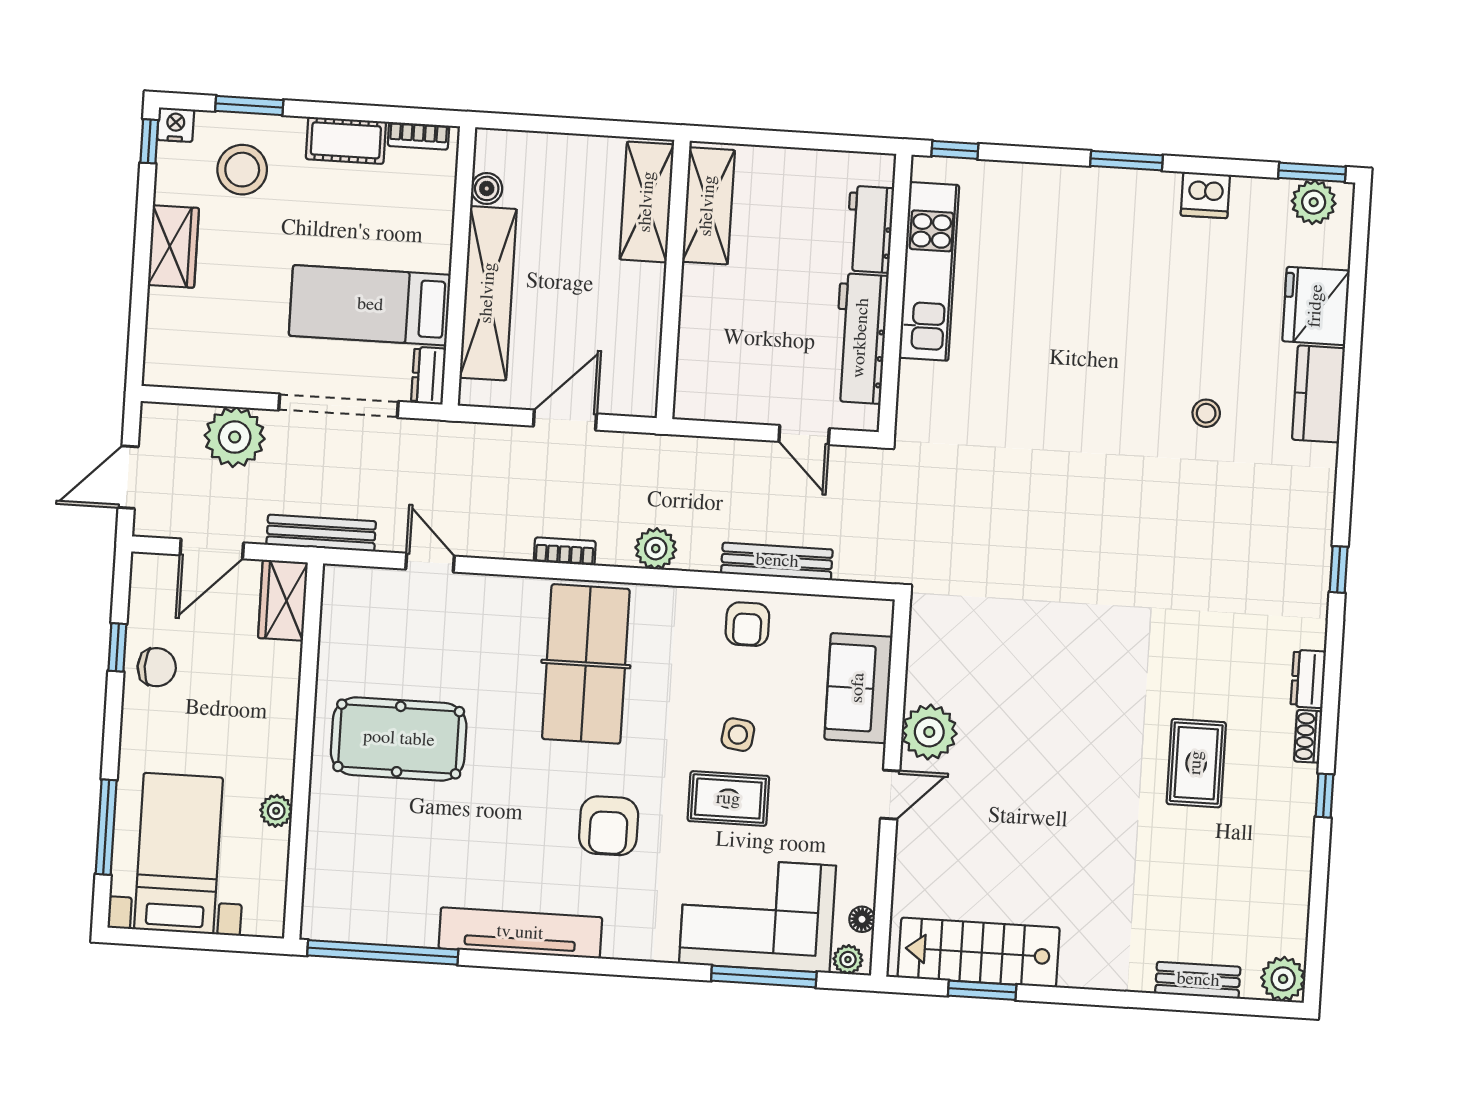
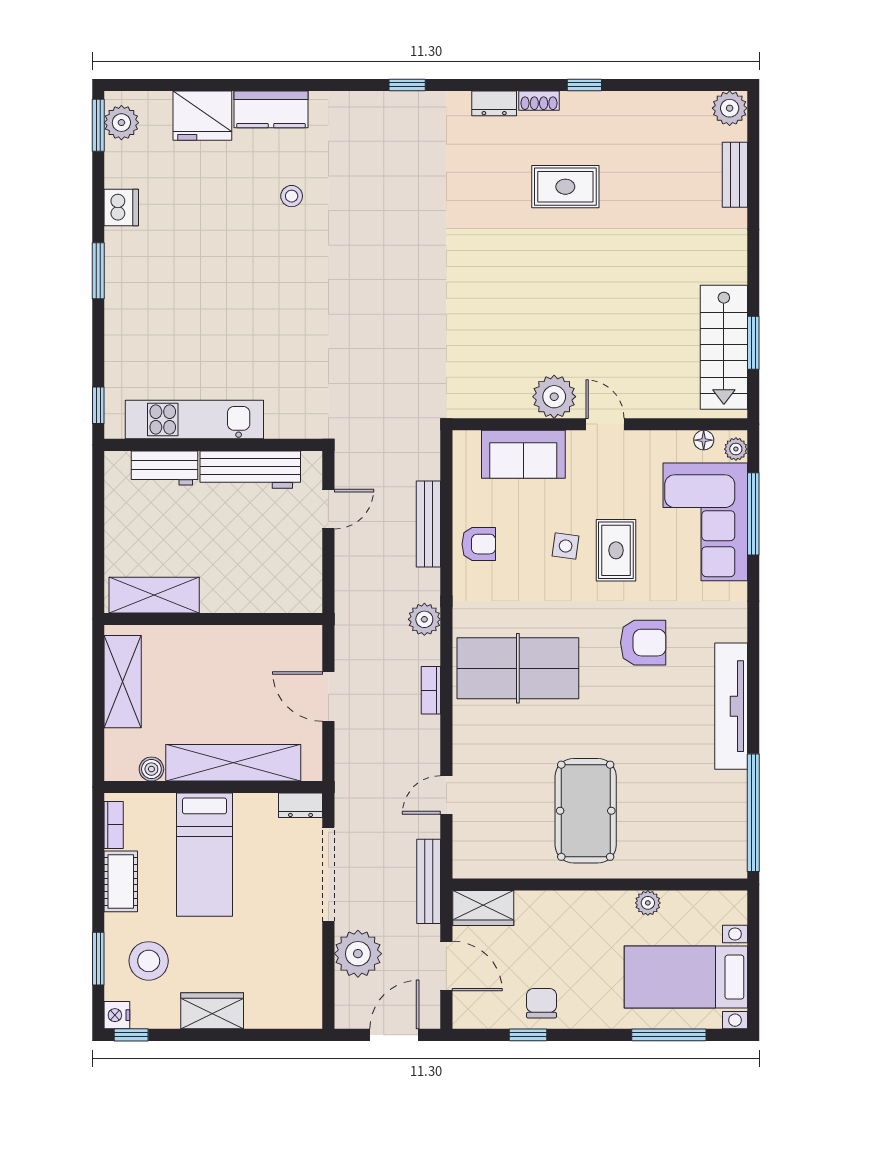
shelving: (647, 202) -> (123, 682), moved, turned 90
bed: (370, 305) -> (204, 855), moved
door: (128, 477) -> (394, 1035), swing flipped

